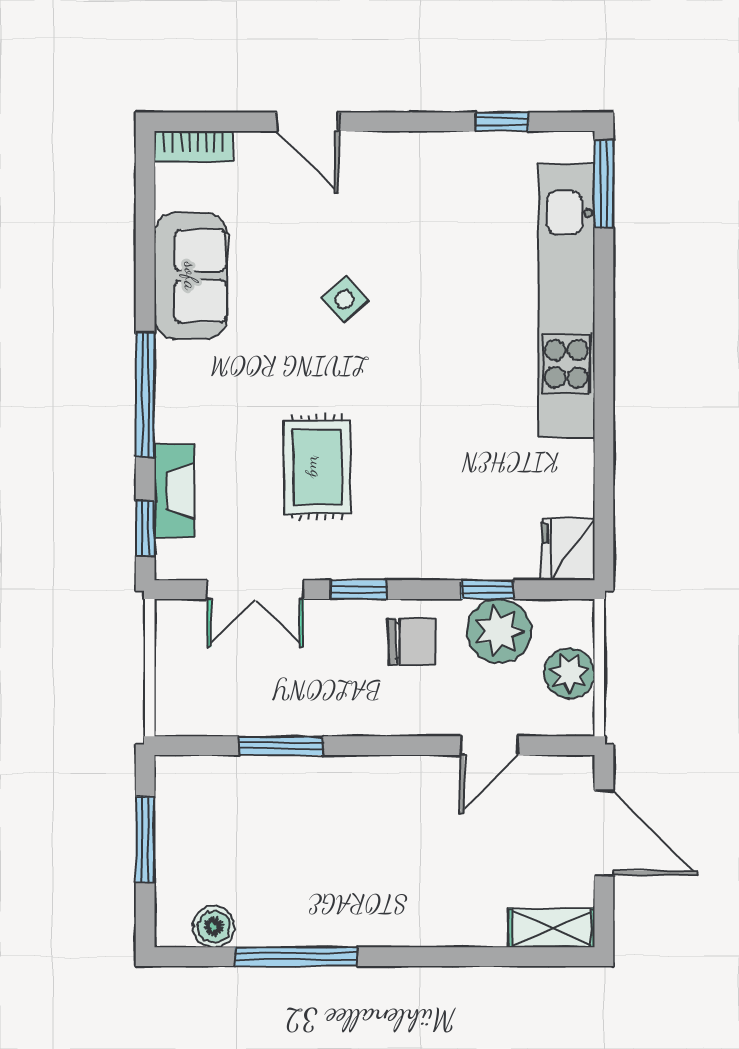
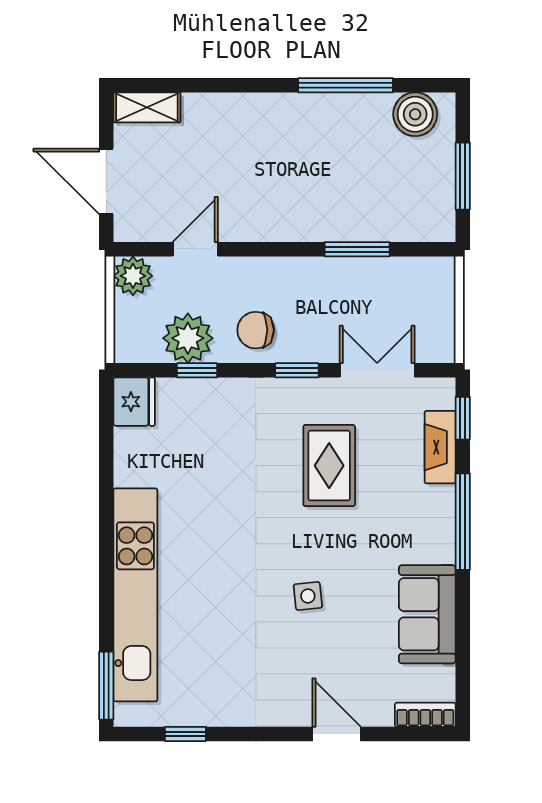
side table: (344, 299) -> (308, 596), turned 37
plant: (570, 673) -> (133, 276), moved
boiler: (214, 927) -> (415, 114), width x1.36, depth x1.36

